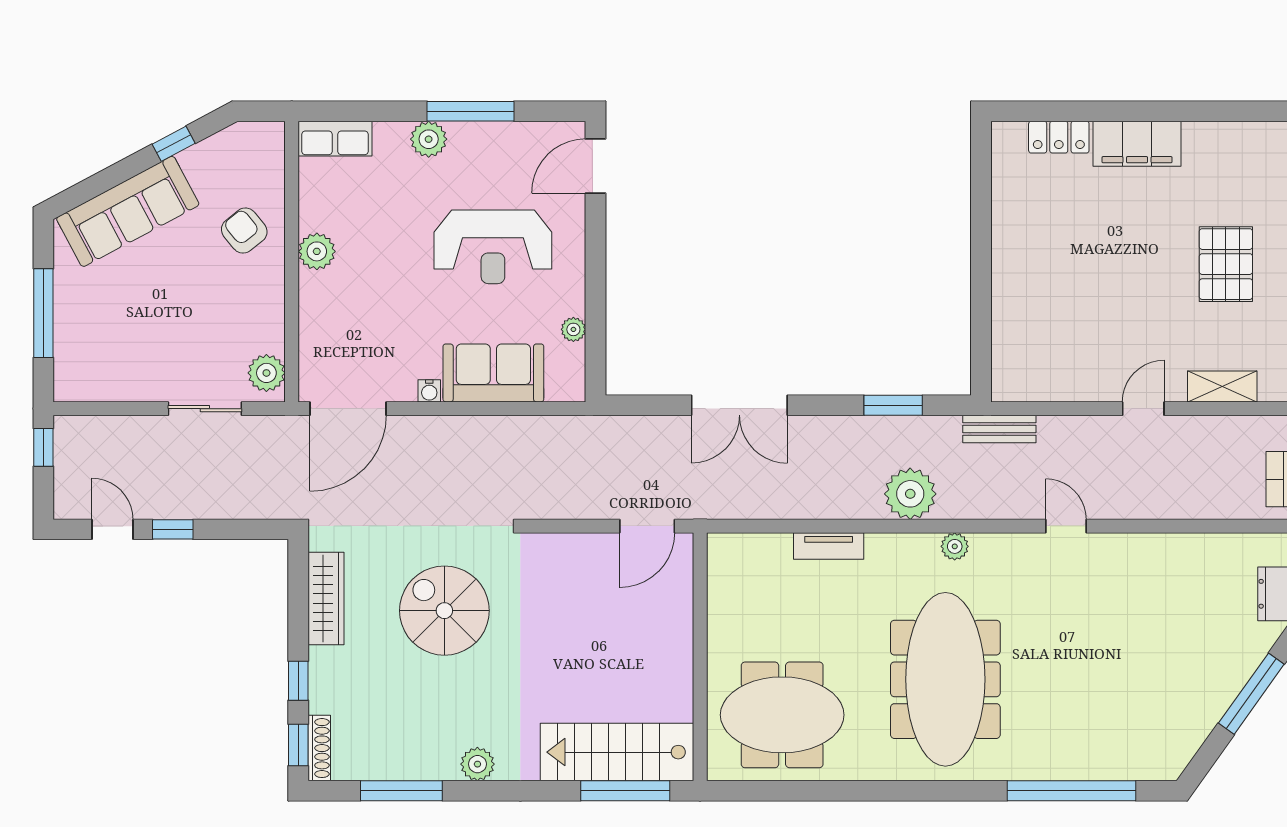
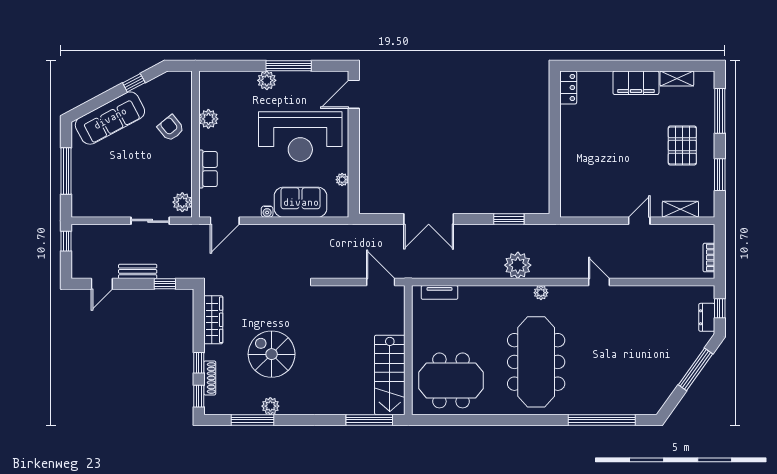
shelving: (1216, 136) -> (677, 78), added
locker: (1059, 137) -> (568, 88), moved, turned -90
row of seats: (335, 139) -> (208, 169), moved, turned -90
reception desk: (493, 247) -> (300, 137), width x1.36, depth x1.30
plant: (317, 251) -> (208, 119), moved
door: (348, 409) -> (225, 221), width x0.73
bench: (999, 429) -> (138, 271), moved
door: (647, 526) -> (381, 282), swing flipped
door: (112, 529) -> (102, 284), swing flipped
window: (173, 529) -> (165, 284), moved
tv unit: (829, 546) -> (439, 292), moved
spiral stairs: (444, 611) -> (272, 354), moved
shoe rack: (319, 748) -> (210, 378), moved
stairs: (617, 752) -> (390, 375), moved, turned -90
plant: (477, 764) -> (270, 406), moved

